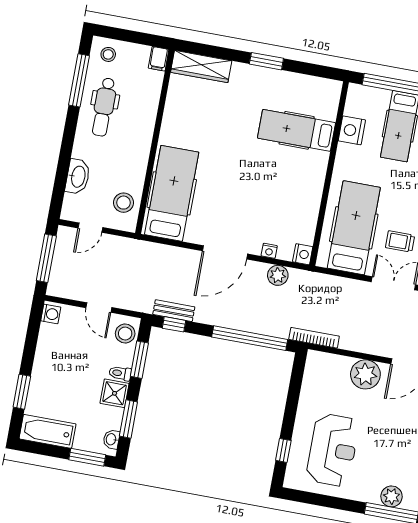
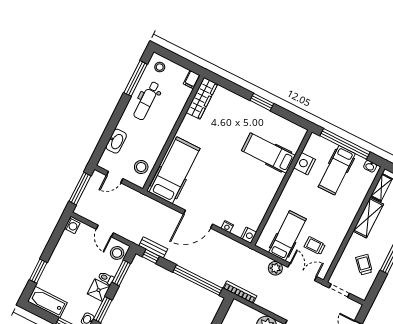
wardrobe: (201, 67) -> (202, 98), moved, turned -90
hospital bed: (354, 228) -> (287, 236), width x0.73, depth x0.78
plant: (278, 275) -> (275, 268), moved

